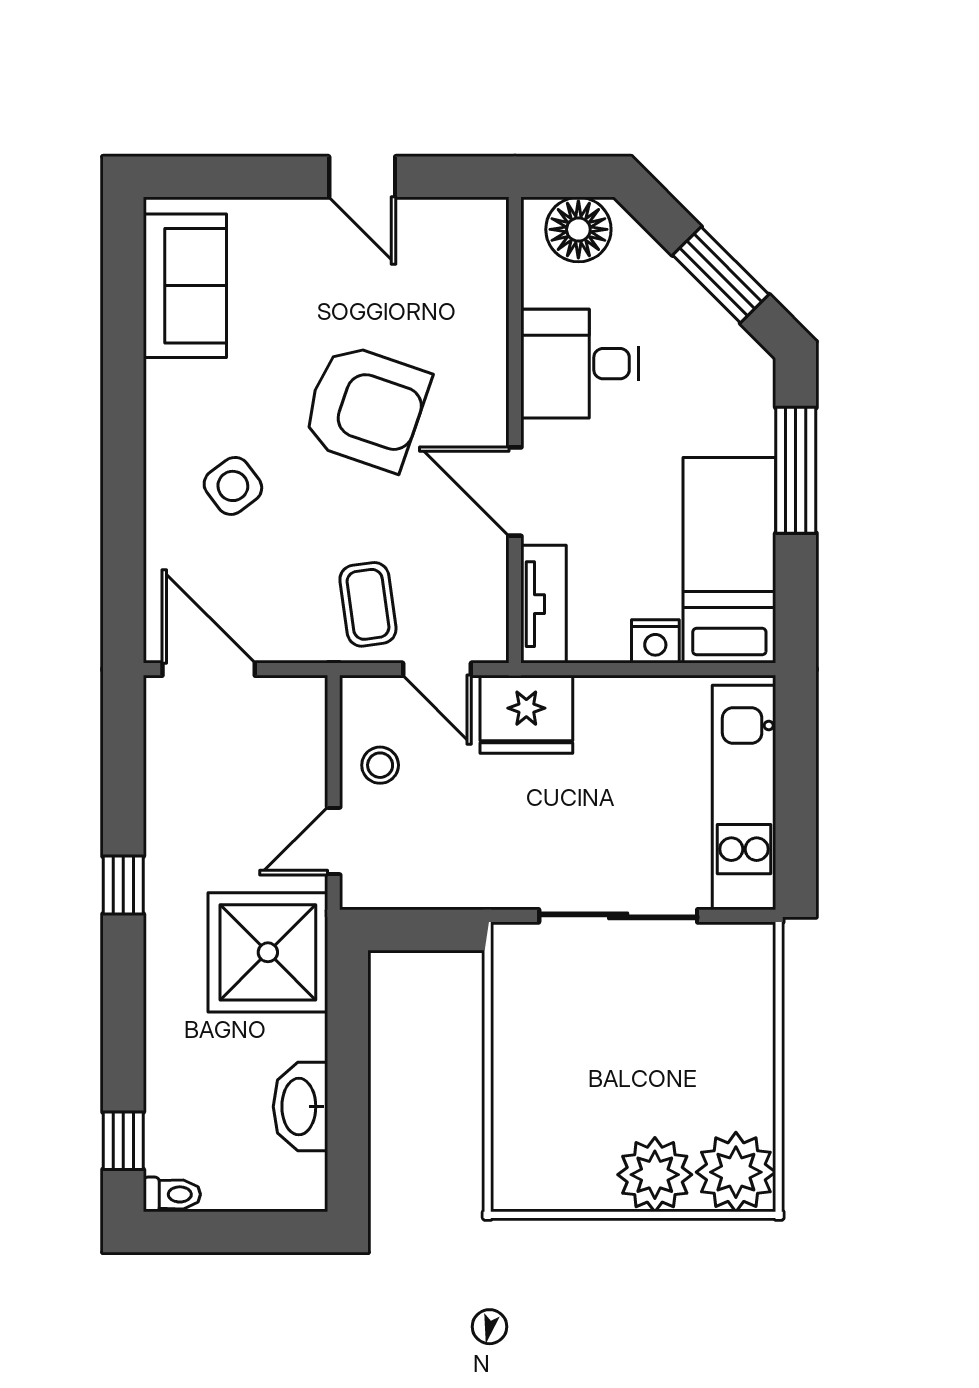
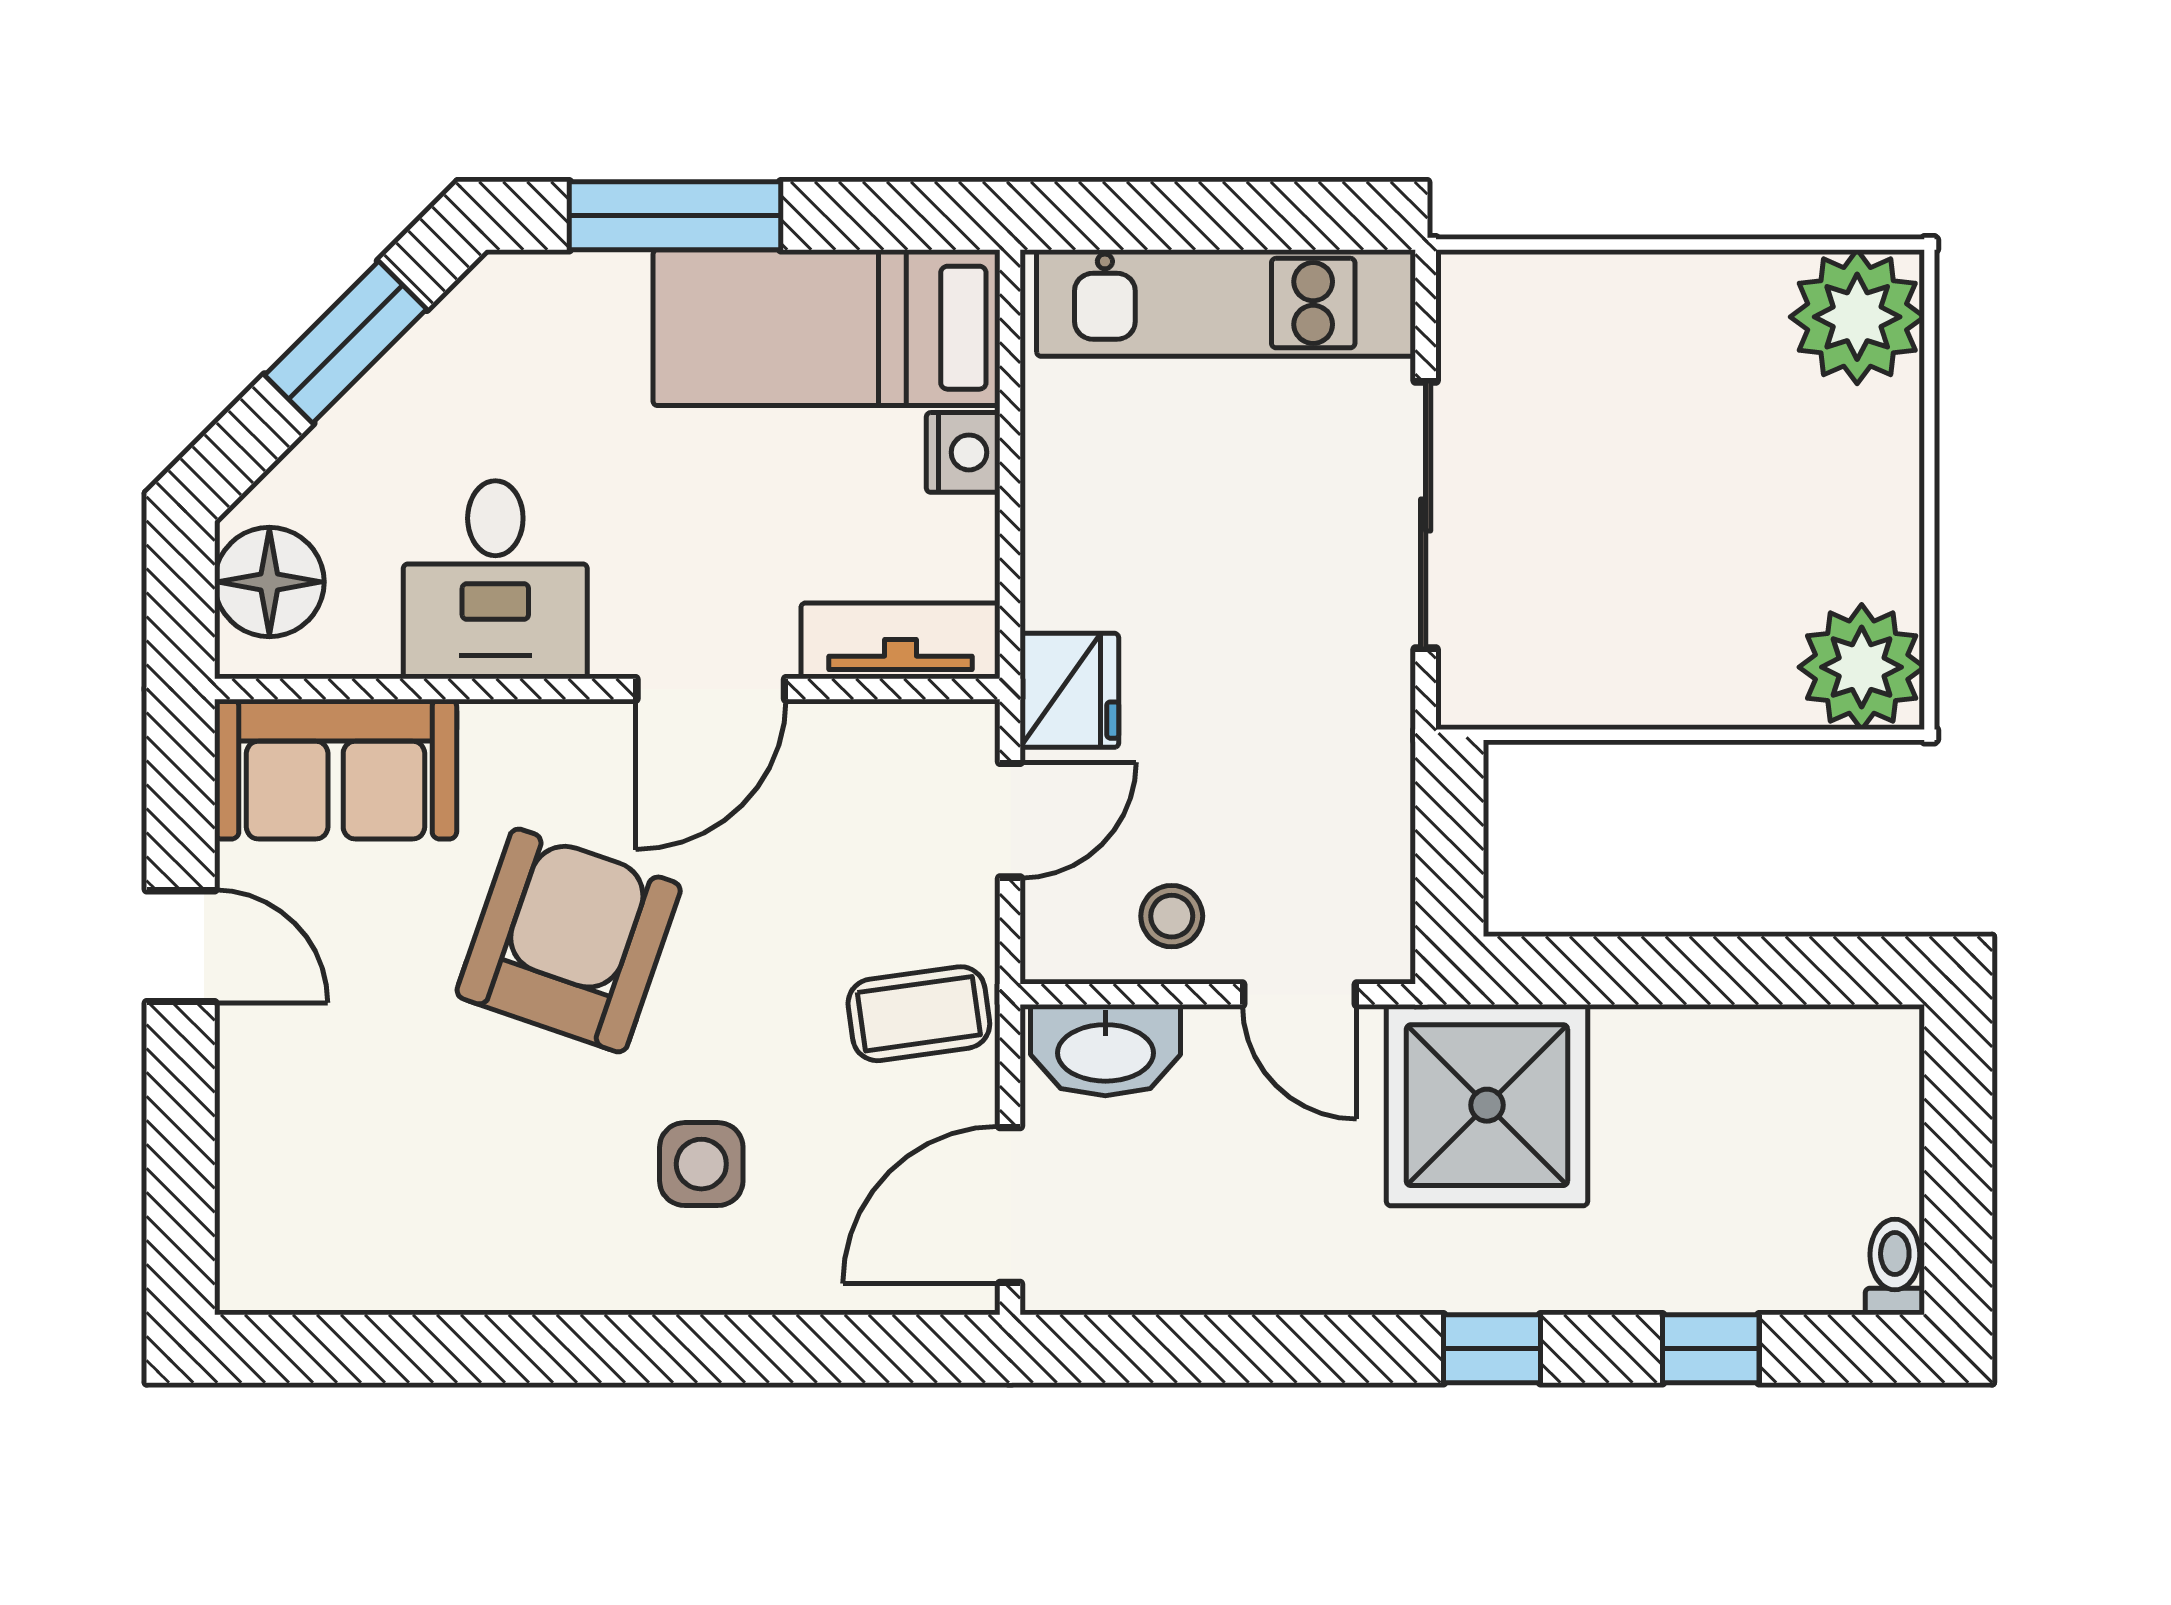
door: (362, 177) -> (181, 946), hinge flipped
sofa: (185, 286) -> (336, 769), moved, turned 180
side table: (233, 486) -> (701, 1164), turned 37
coffee table: (368, 604) -> (919, 1014), moved
fridge: (526, 714) -> (1069, 690), width x0.73, depth x0.75
window: (123, 885) -> (1492, 1349), moved
washbasin: (300, 1107) -> (1105, 1050), moved
window: (123, 1141) -> (1711, 1349), moved
plant: (655, 1175) -> (1862, 667), moved

